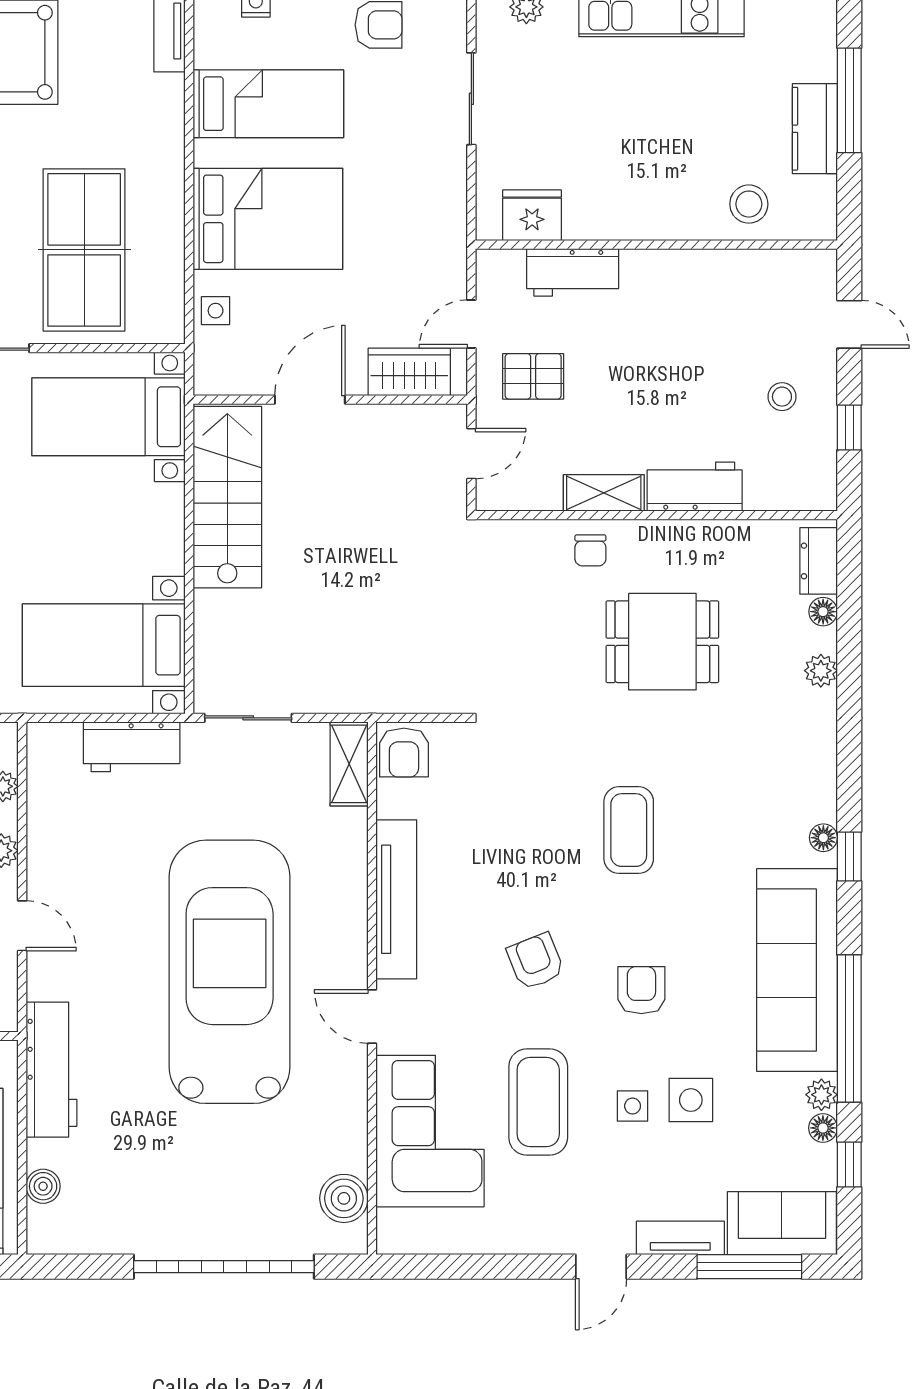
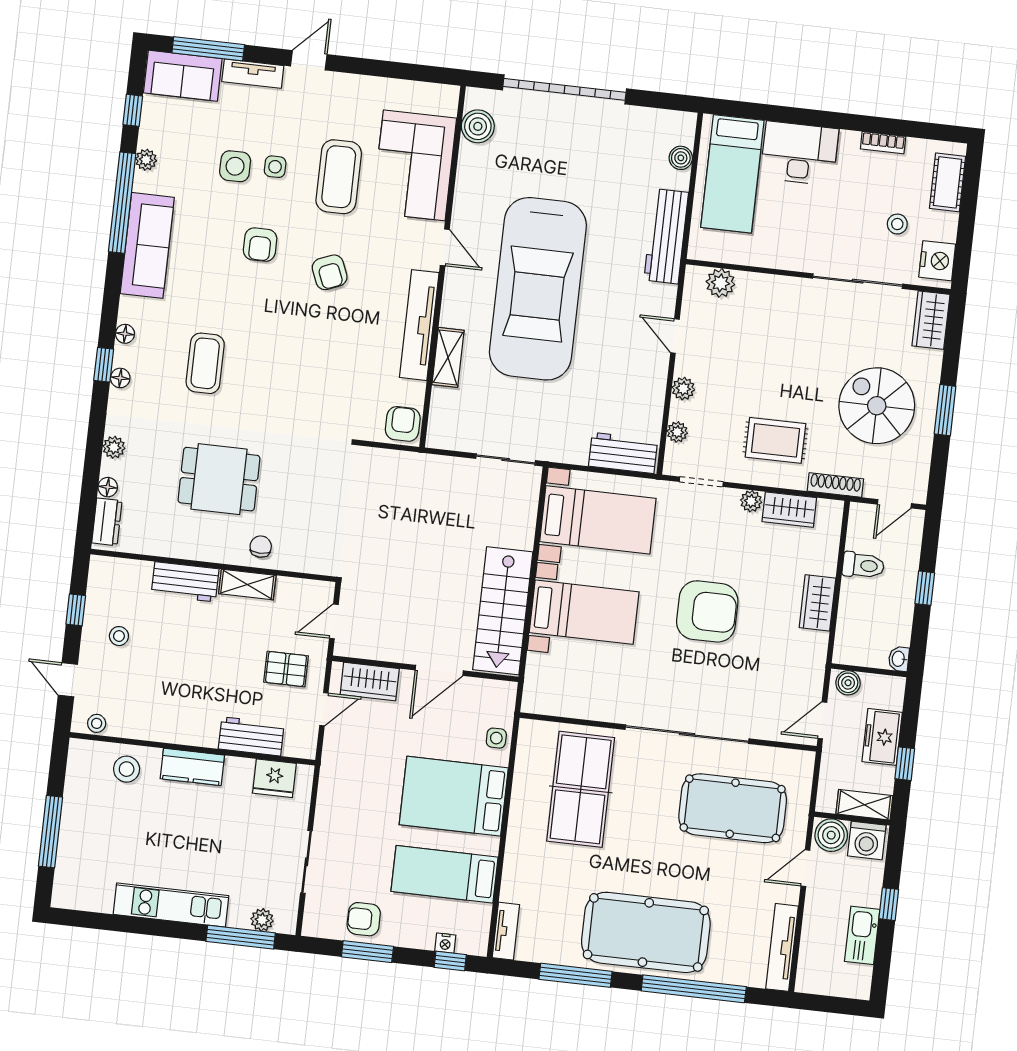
kitchen counter: (815, 129) -> (192, 767), moved, turned 90
stool: (800, 266) -> (97, 723), added
bed with nightstands: (108, 417) -> (584, 612), moved
workbench: (132, 747) -> (623, 453), moved
shelving: (349, 764) -> (448, 357), moved
coffee table: (629, 830) -> (205, 363), moved
window: (849, 857) -> (104, 365), moved
sofa: (797, 970) -> (147, 245), width x0.74, depth x0.79
floor lamp: (823, 1128) -> (120, 378), moved

